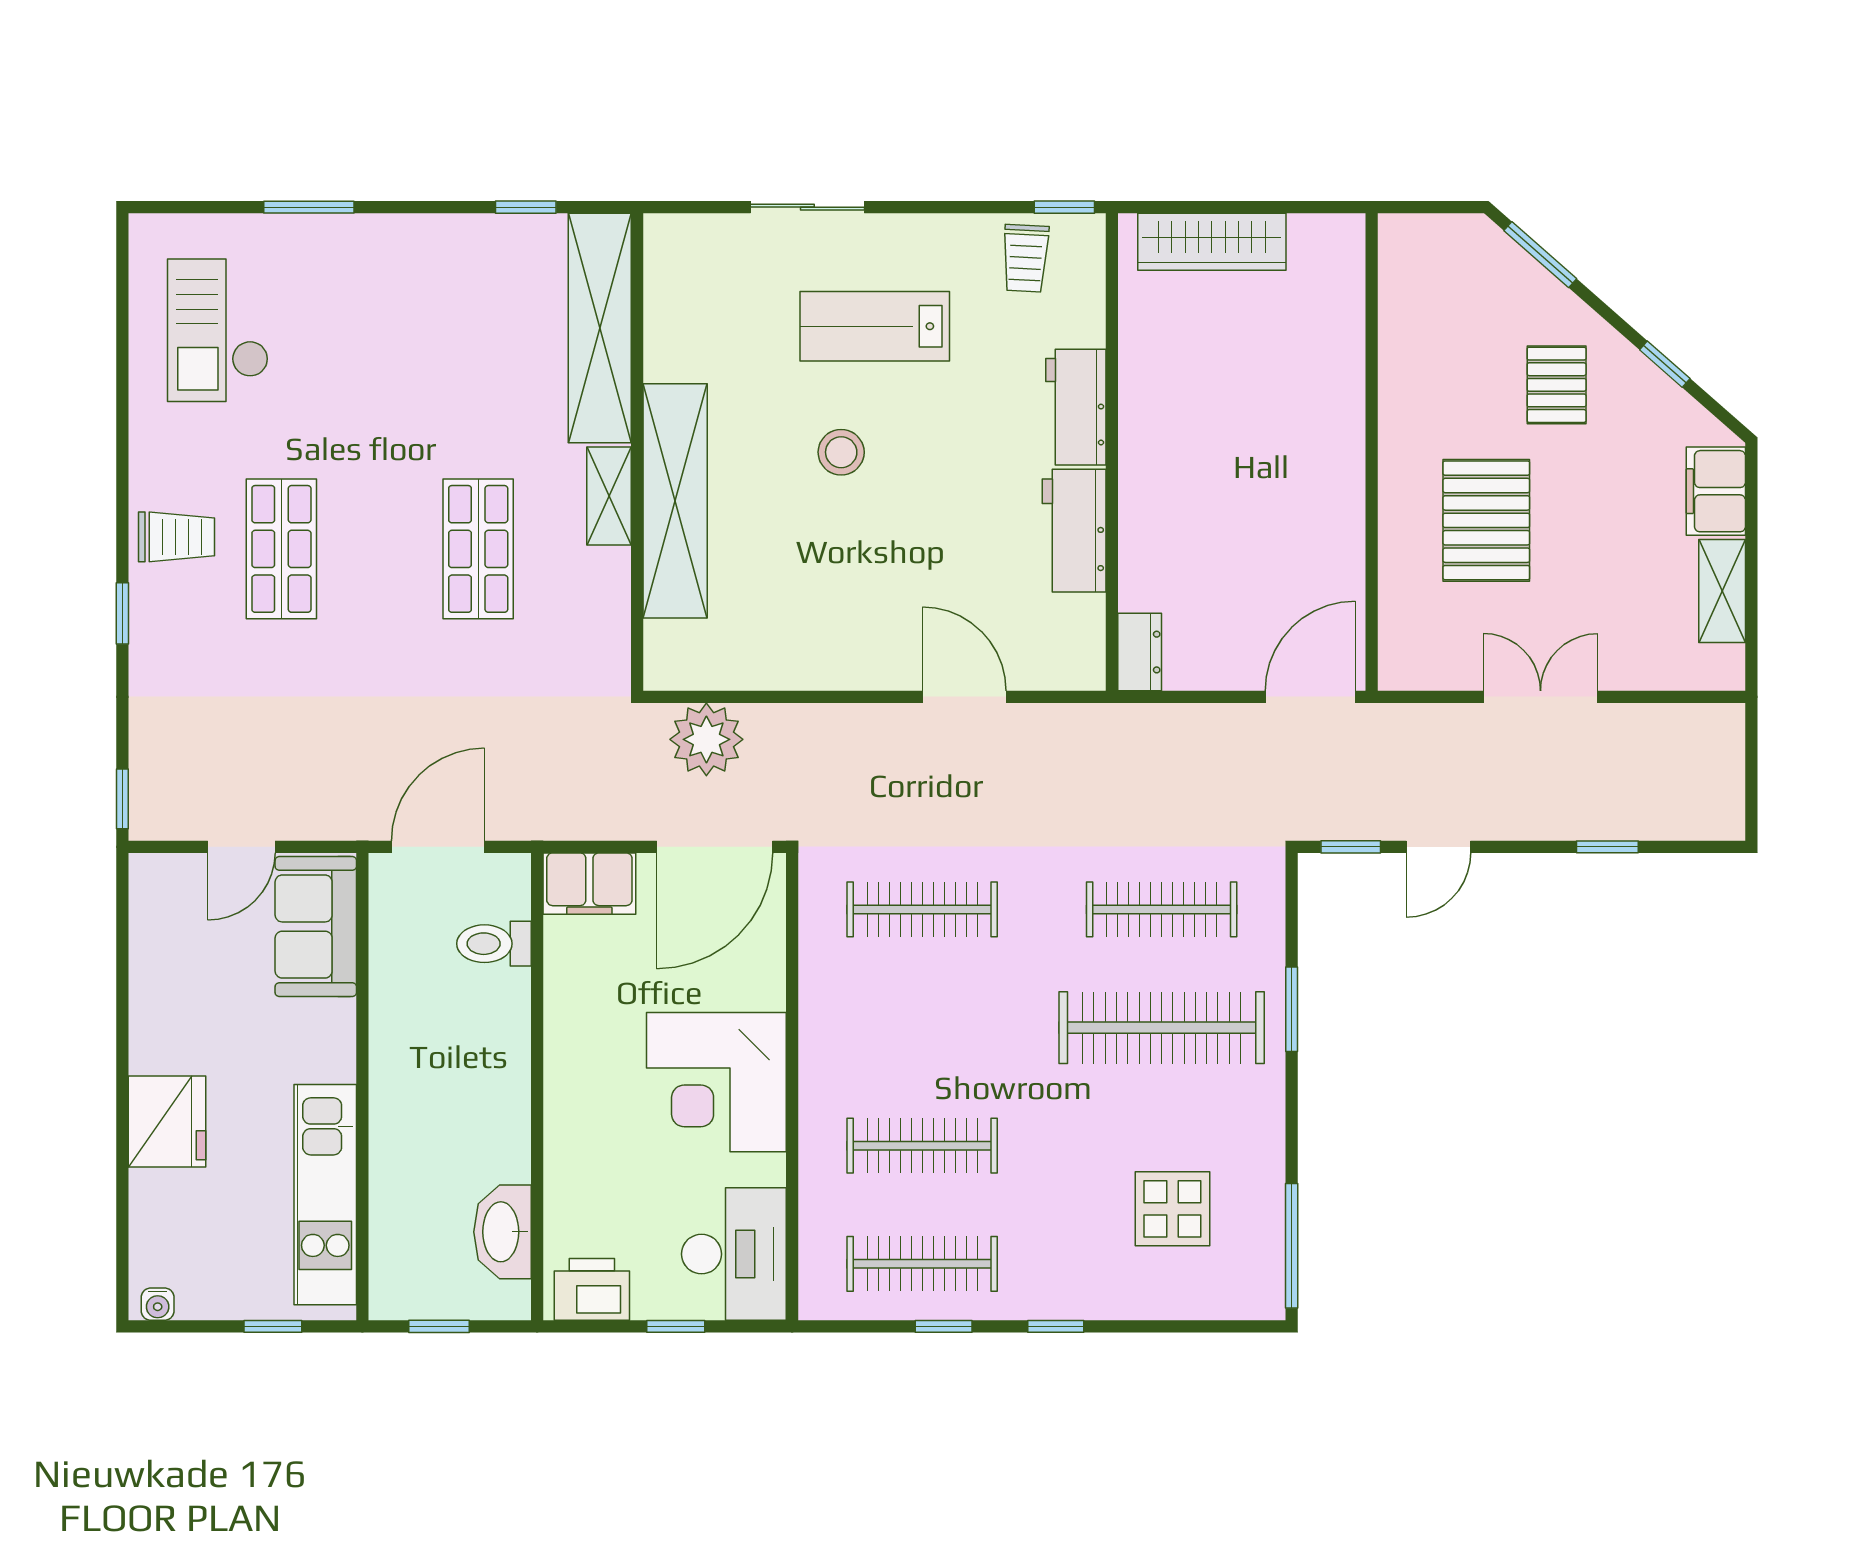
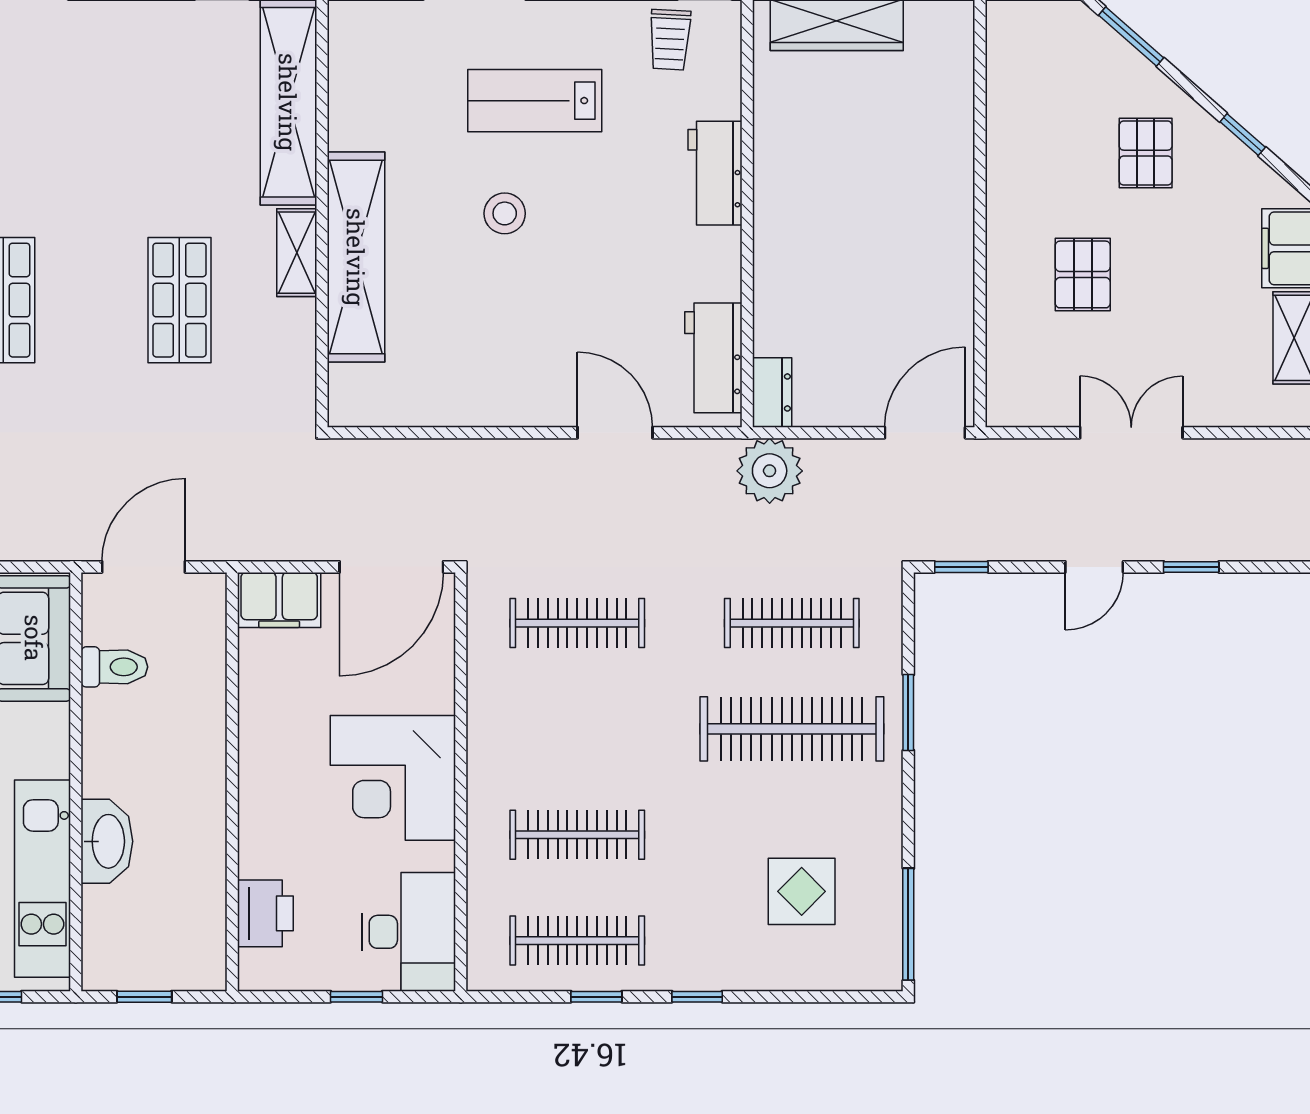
pallet: (1486, 520) -> (1083, 274), width x0.67, depth x0.71
workbench: (1074, 531) -> (713, 358), moved
plant: (706, 739) -> (770, 471), moved
door: (1438, 847) -> (1094, 567), moved
toilet: (494, 944) -> (114, 667), moved, turned 180
washbasin: (502, 1232) -> (107, 841), moved, turned 180
printer: (592, 1289) -> (265, 913), moved, turned 90

